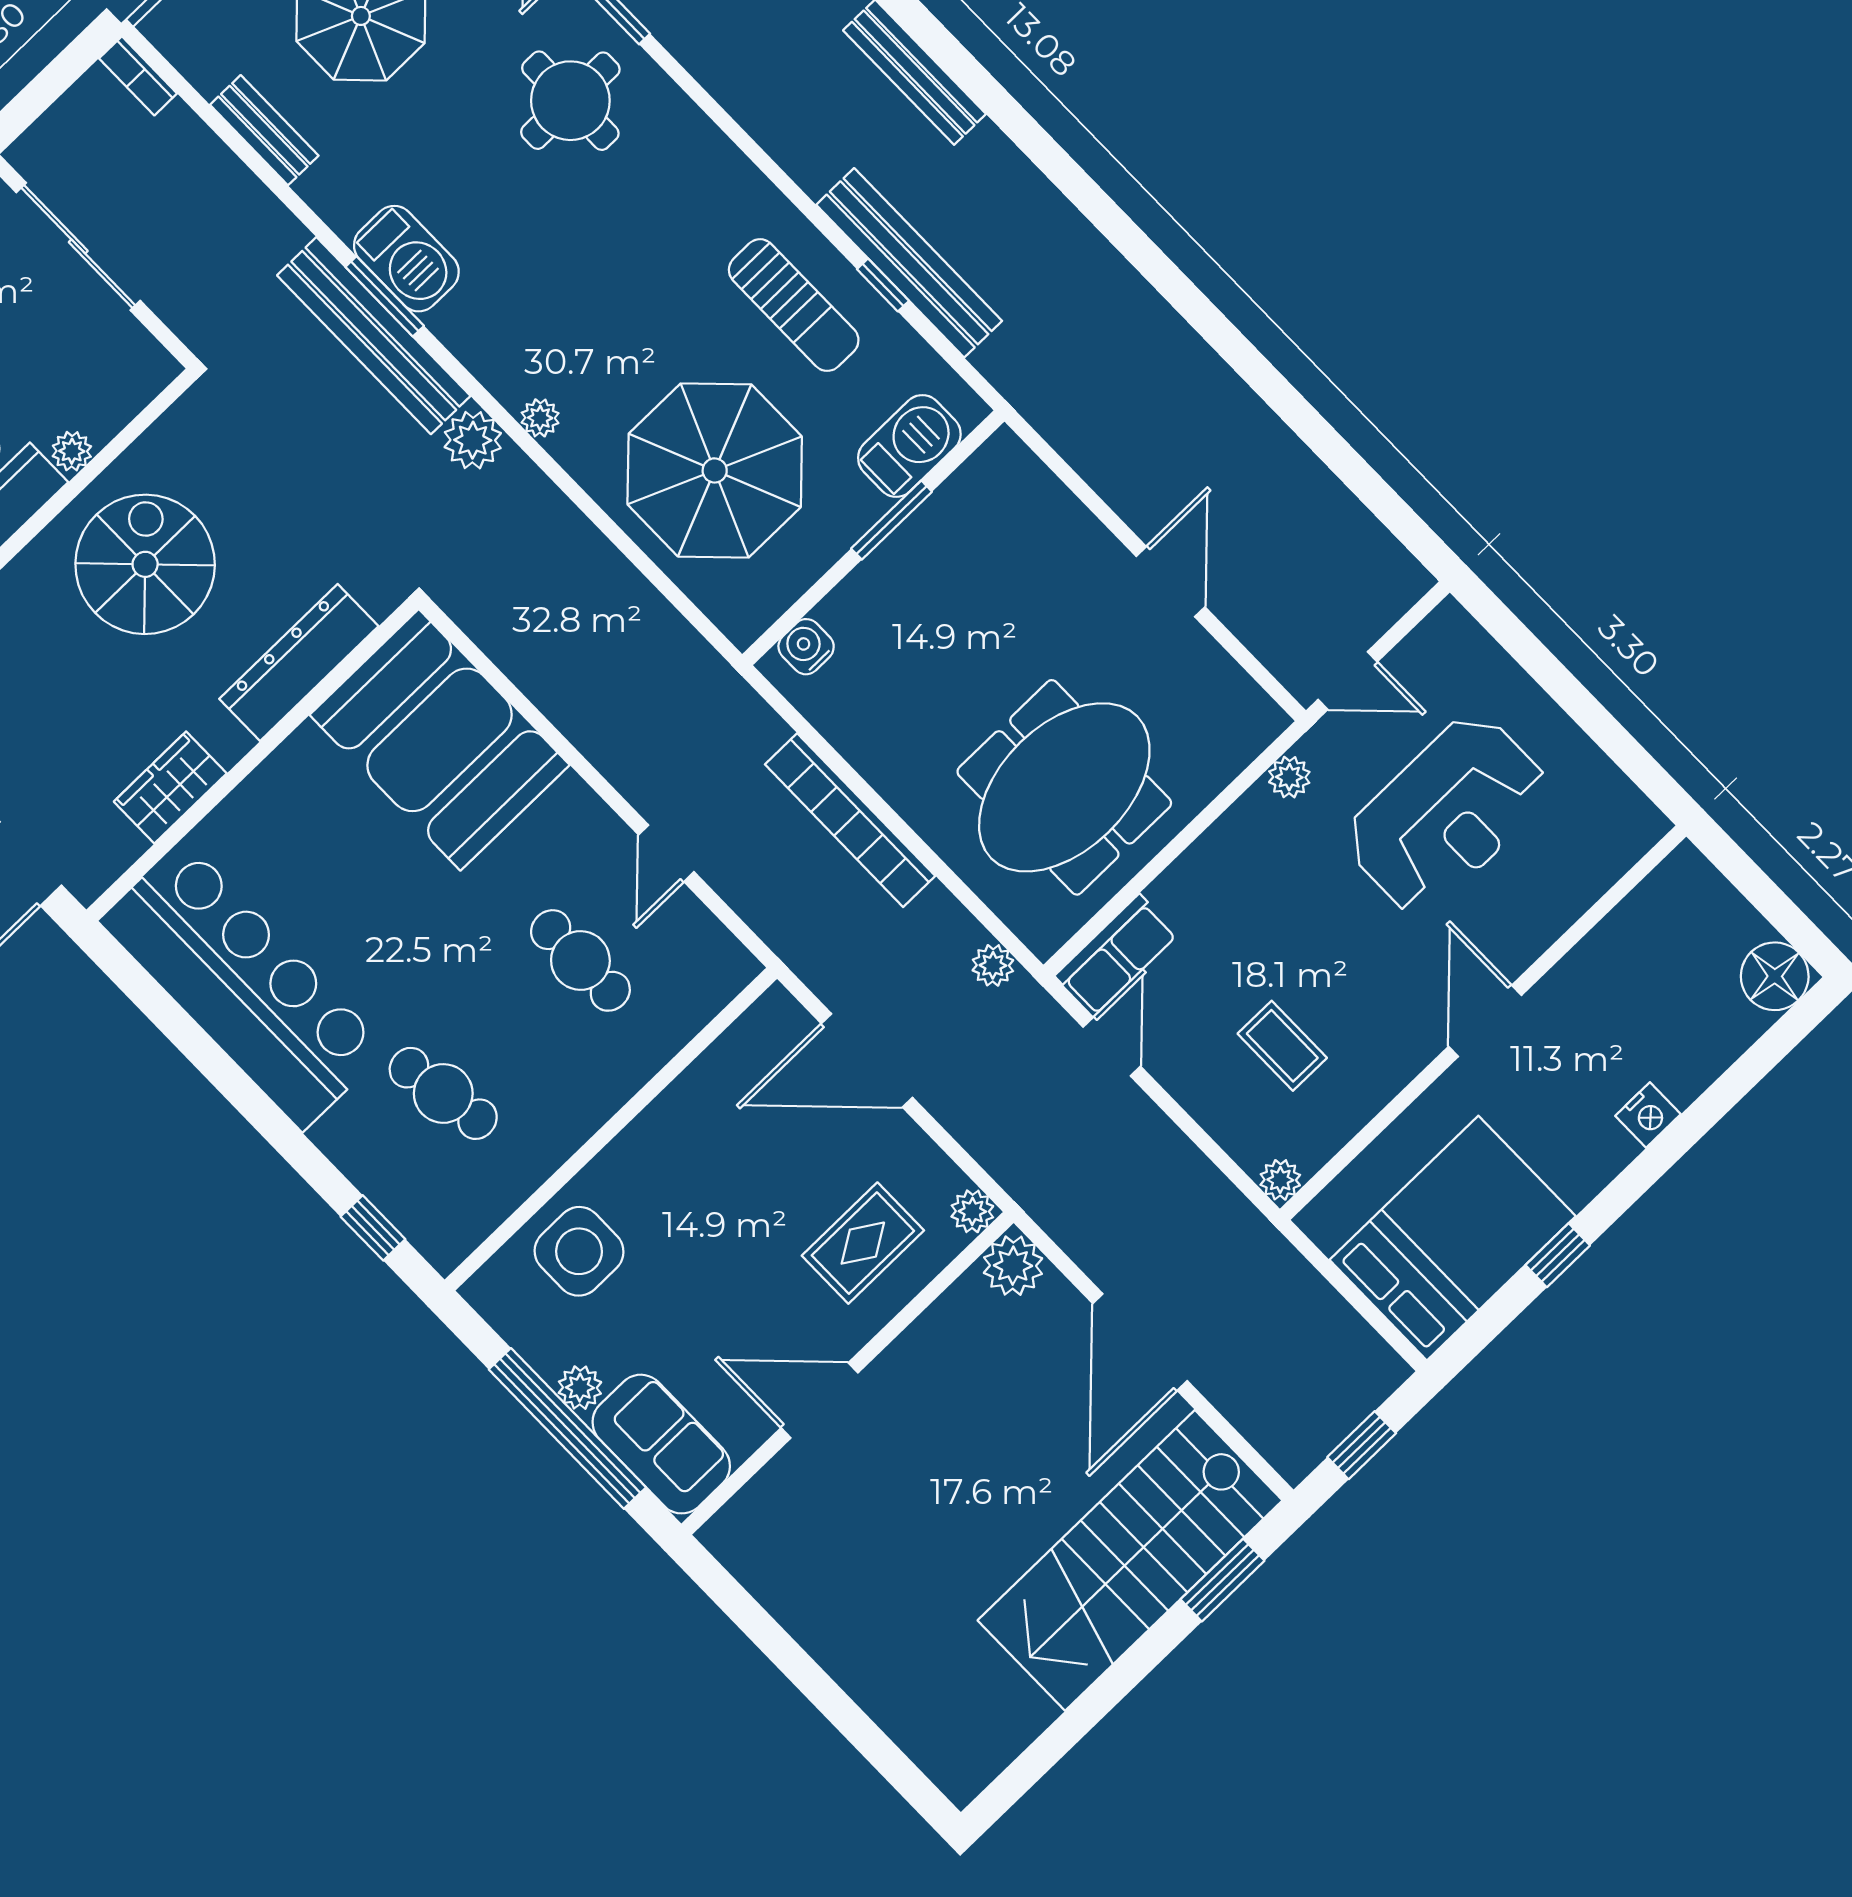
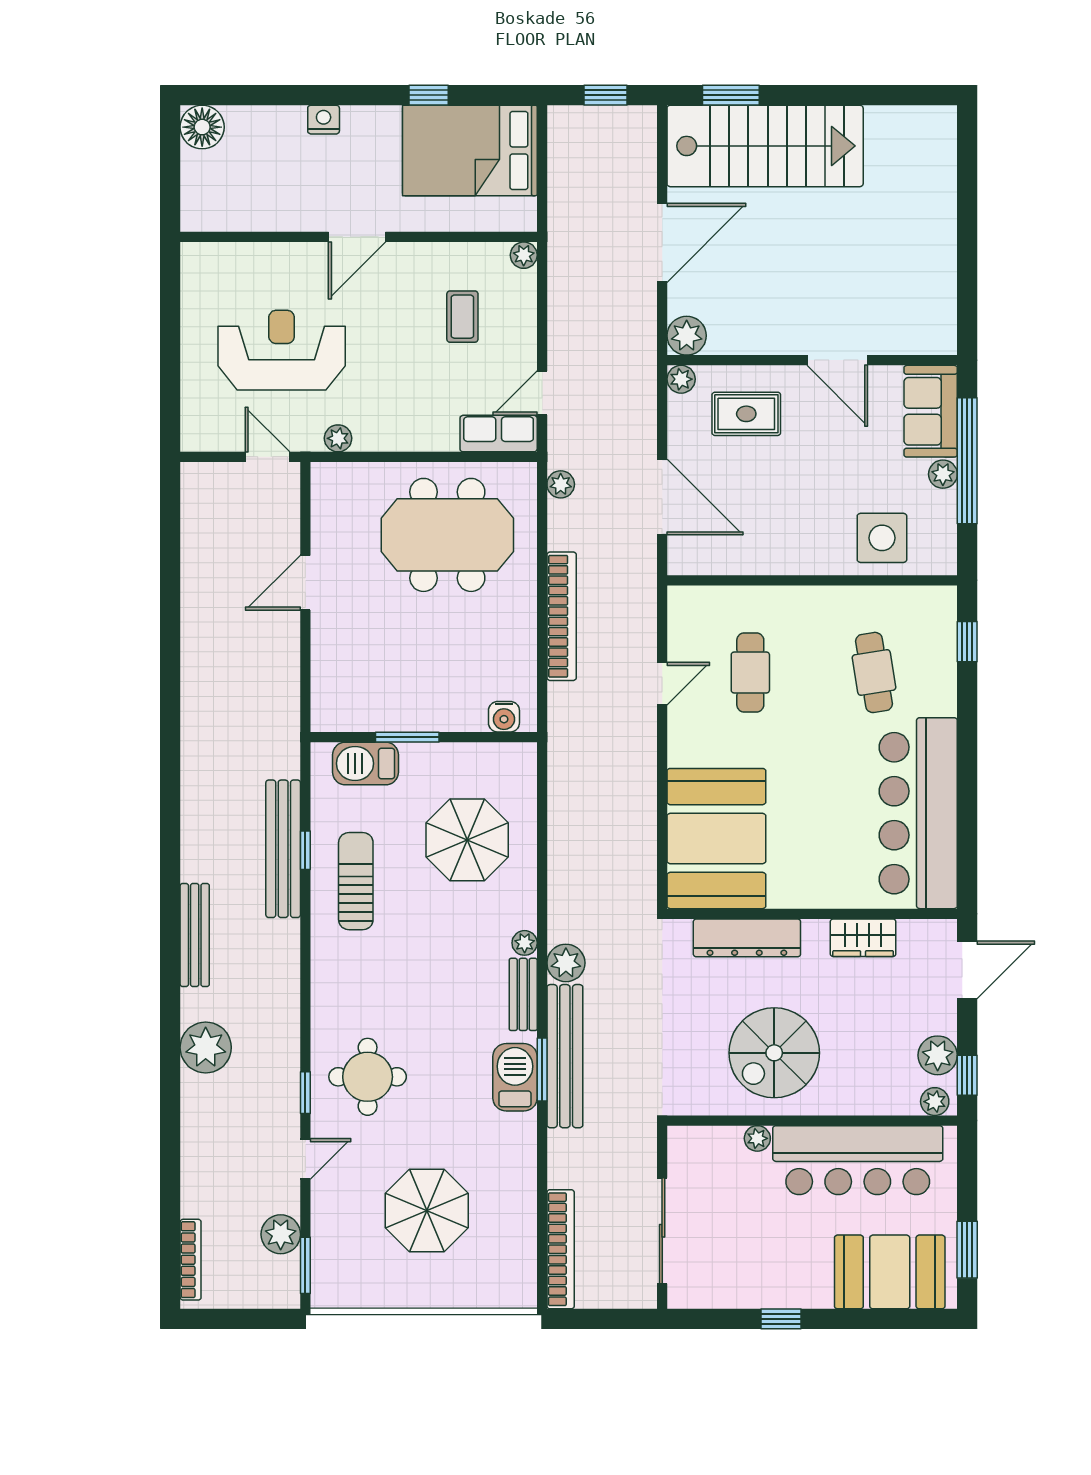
bookcase: (138, 76) -> (561, 1249), width x2.31, depth x1.31
bench: (264, 130) -> (523, 994), moved
parasol: (715, 470) -> (467, 840), width x0.73, depth x0.73

